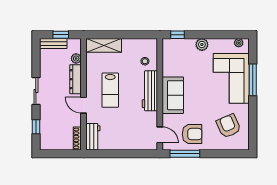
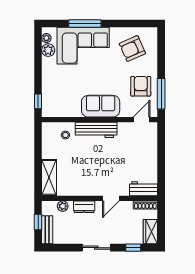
plant: (202, 45) -> (48, 50), moved
dresser: (76, 79) -> (84, 207), width x0.70
lab bench: (110, 90) -> (95, 171), removed
wardrobe: (51, 143) -> (150, 232), added

